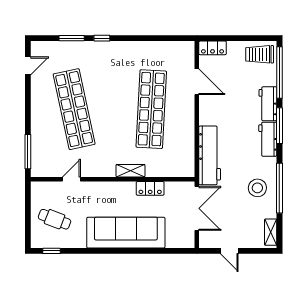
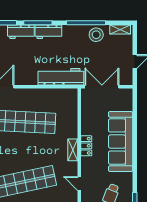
shelving: (130, 171) -> (73, 150), moved
locker: (150, 188) -> (86, 146), moved
stool: (257, 188) -> (96, 35), moved

